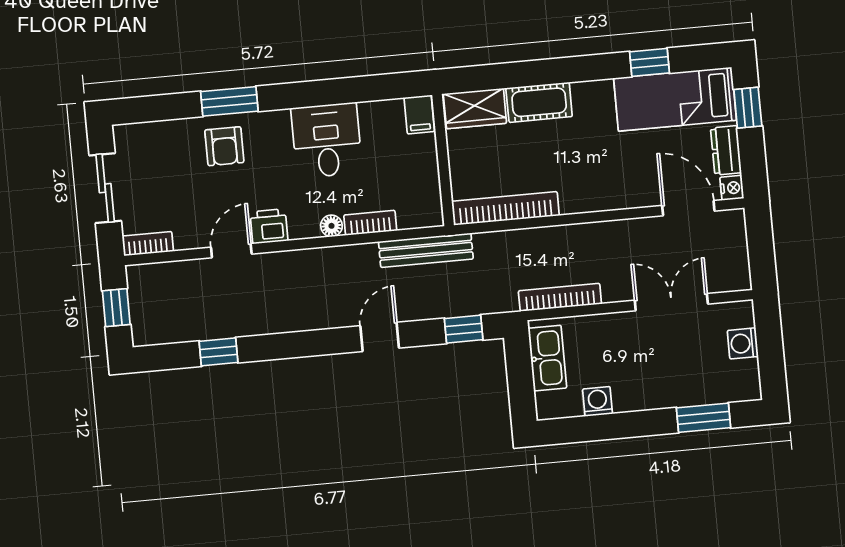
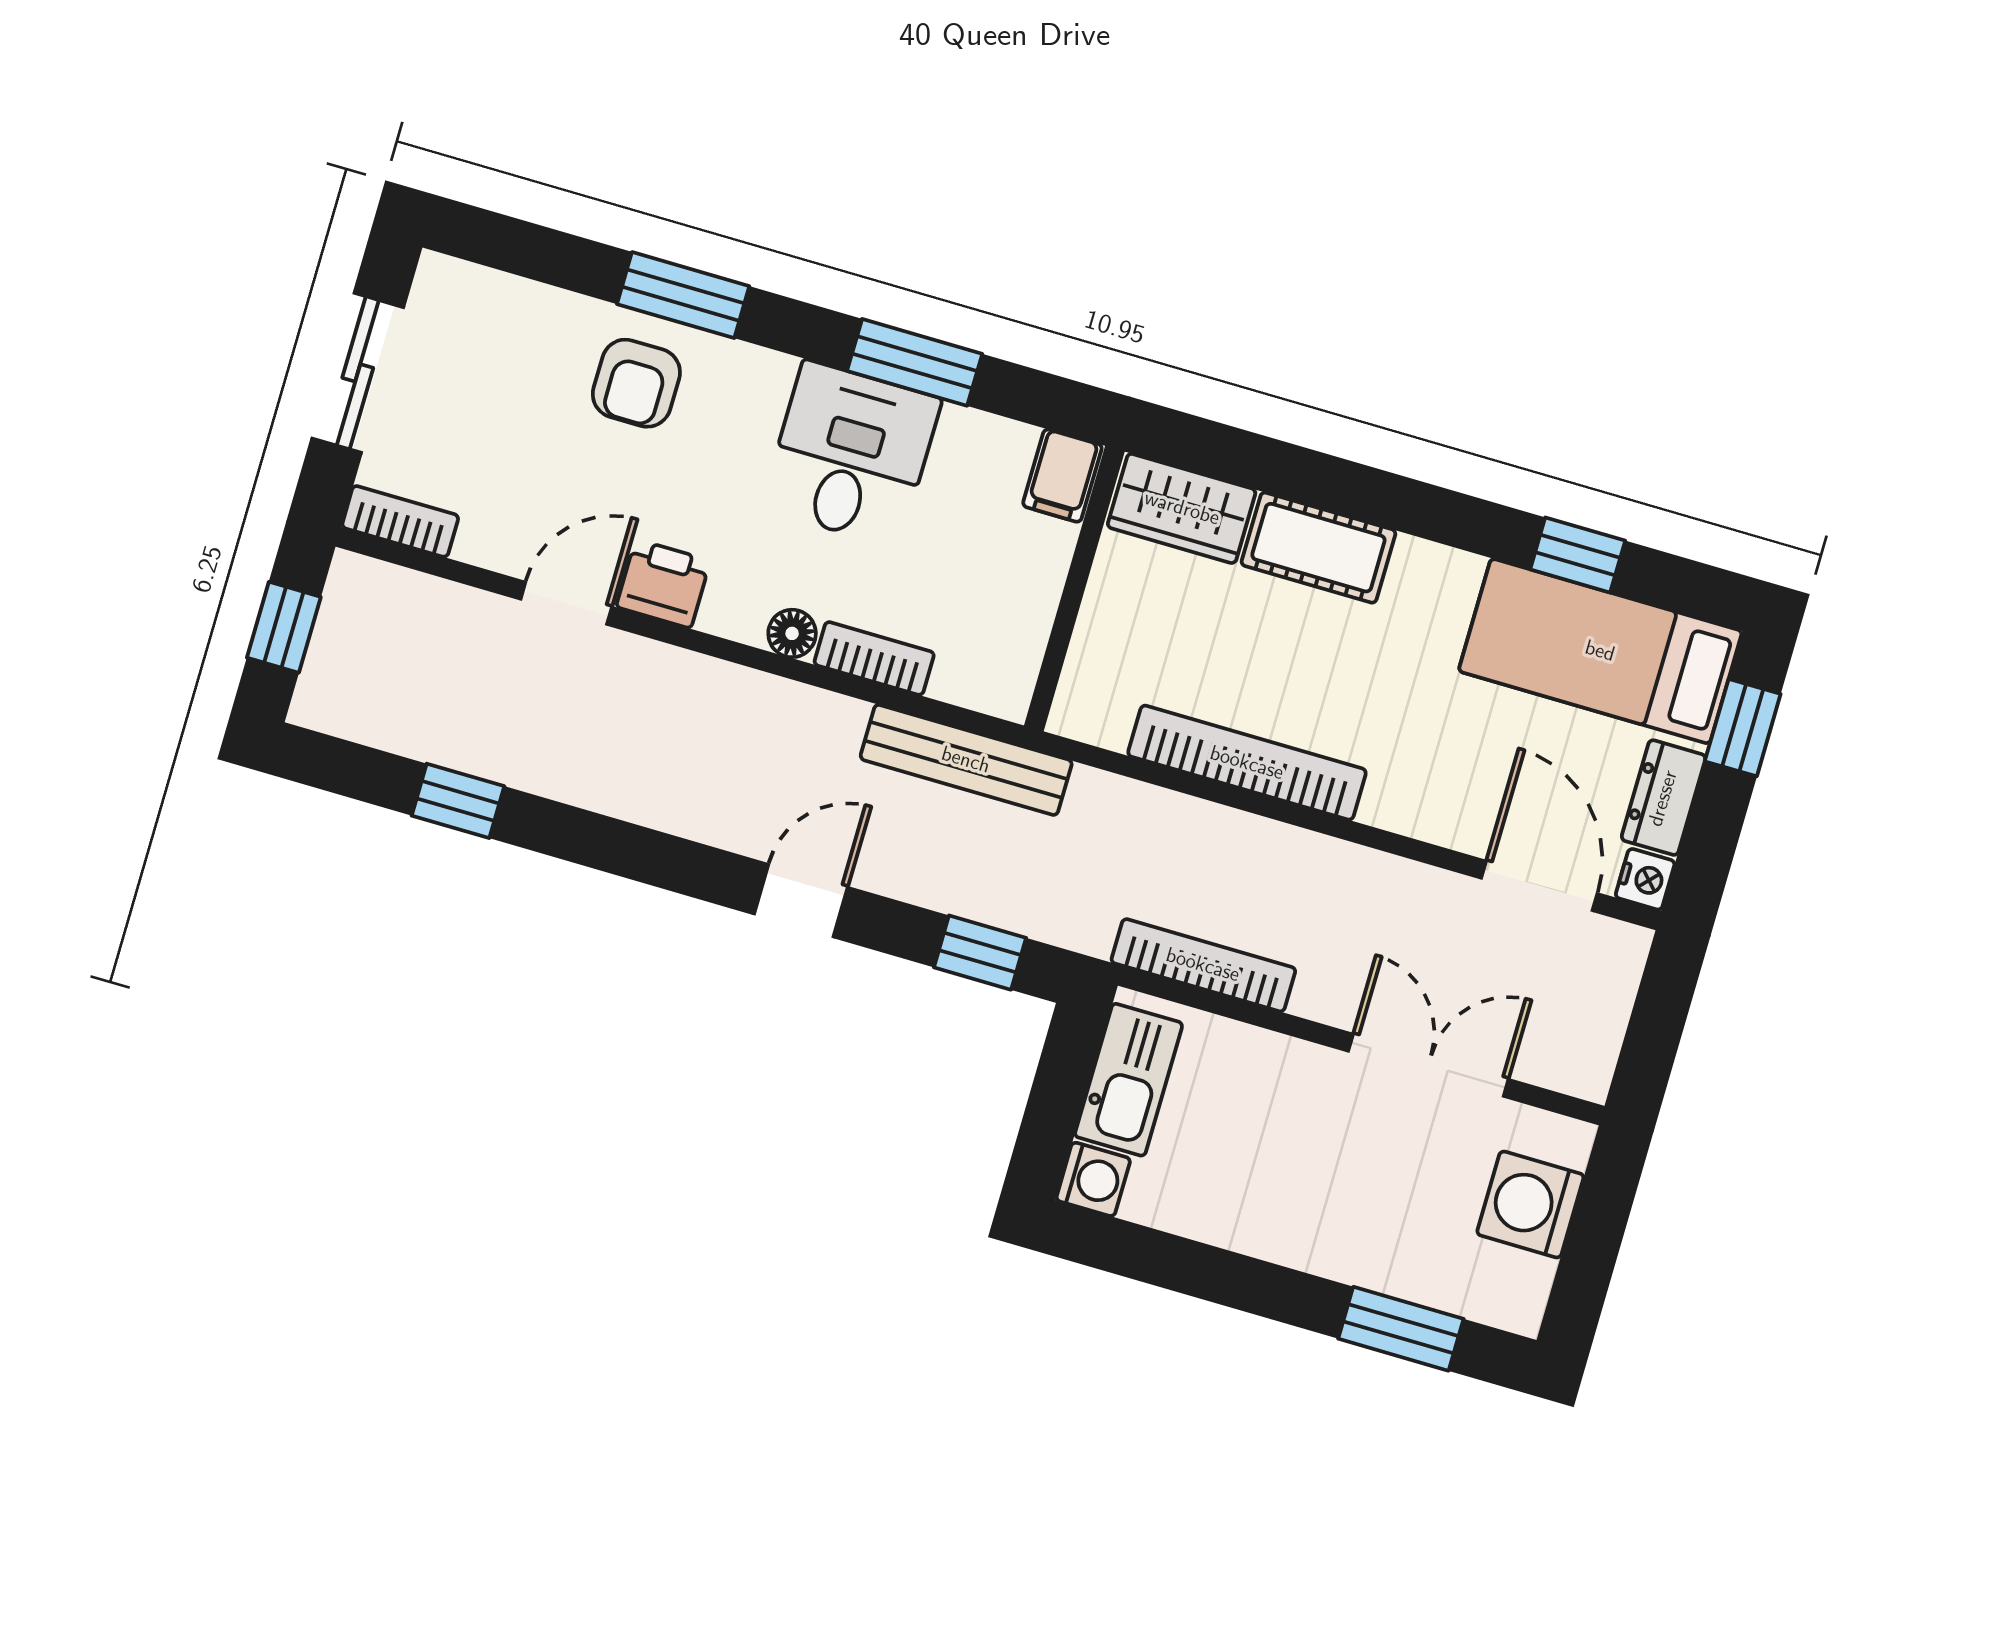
window: (338, 91) -> (915, 362), added
bookcase: (505, 208) -> (1247, 763), moved
washing machine: (743, 343) -> (1530, 1205), width x1.38, depth x1.38
washing machine: (598, 401) -> (1093, 1179), moved, turned 90

